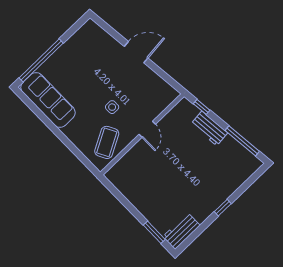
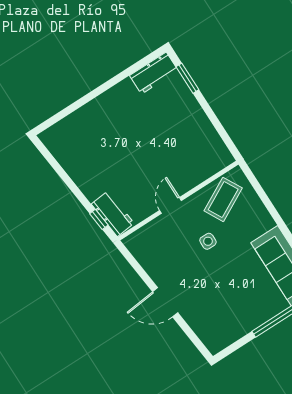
workbench: (209, 129) -> (113, 214), moved
window: (242, 141) -> (58, 168), removed
window: (223, 208) -> (98, 91), removed

